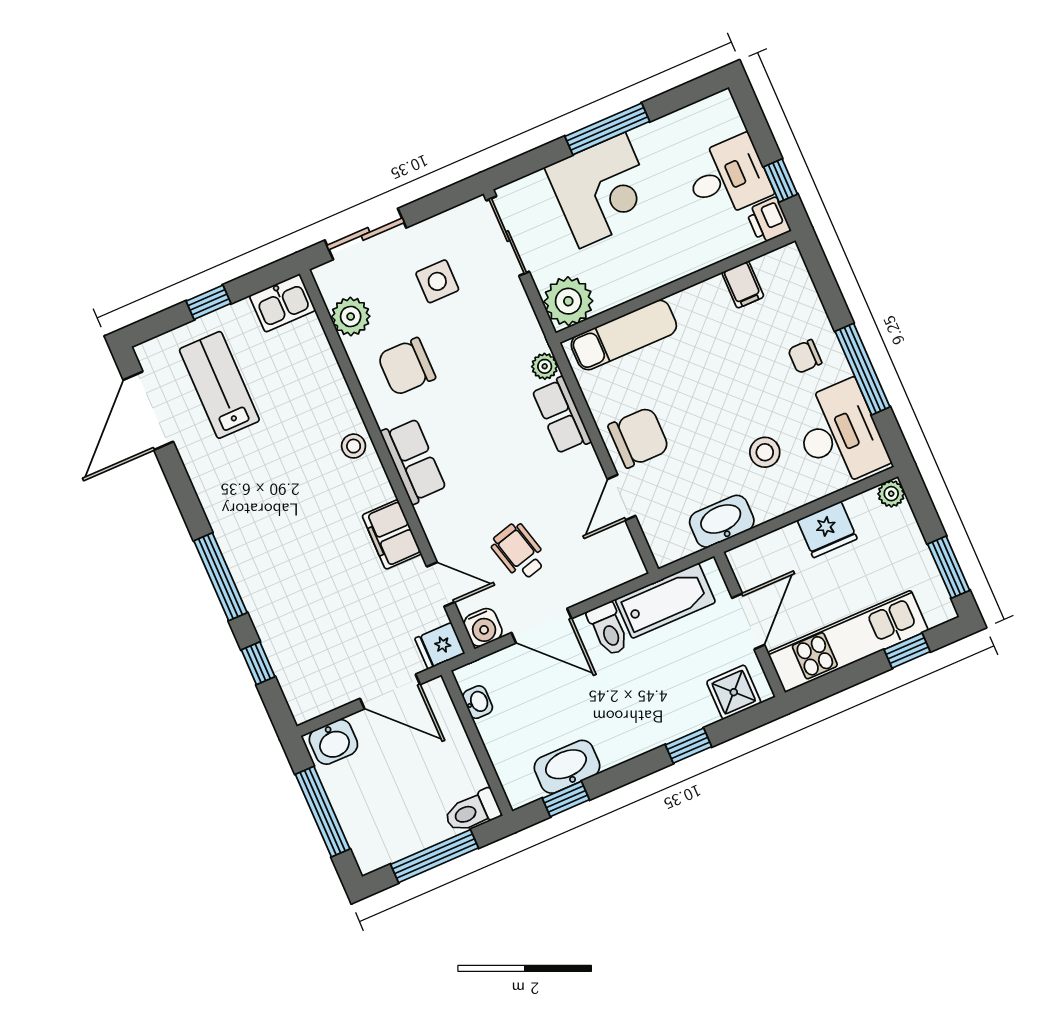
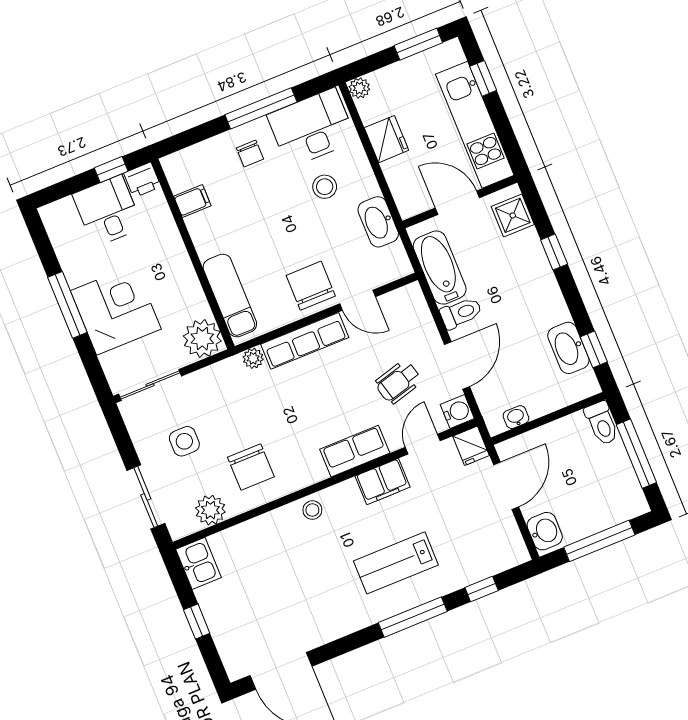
lab bench: (219, 385) -> (396, 563), moved
row of seats: (562, 416) -> (305, 341), width x1.48
row of seats: (413, 461) -> (355, 451), moved

